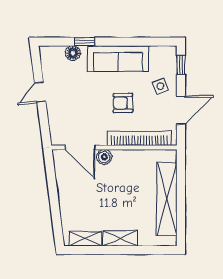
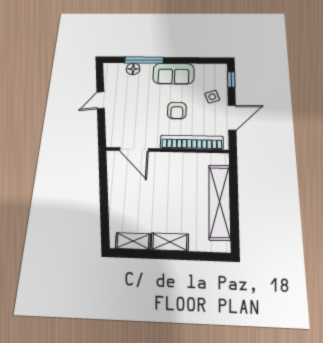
window: (85, 42) -> (144, 60), width x2.17
sofa: (118, 59) -> (174, 74), width x0.73
armchair: (123, 103) -> (177, 111), turned -90
boiler: (104, 157) -> (157, 159), removed

